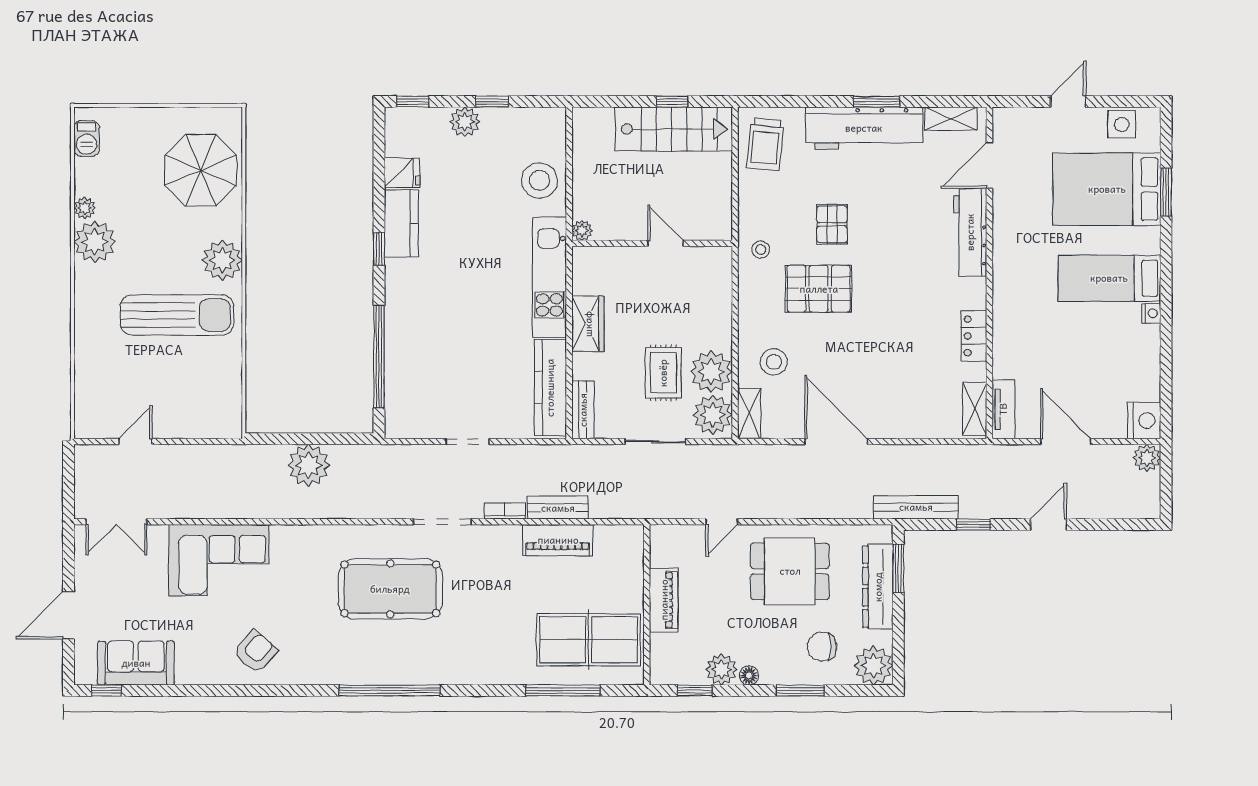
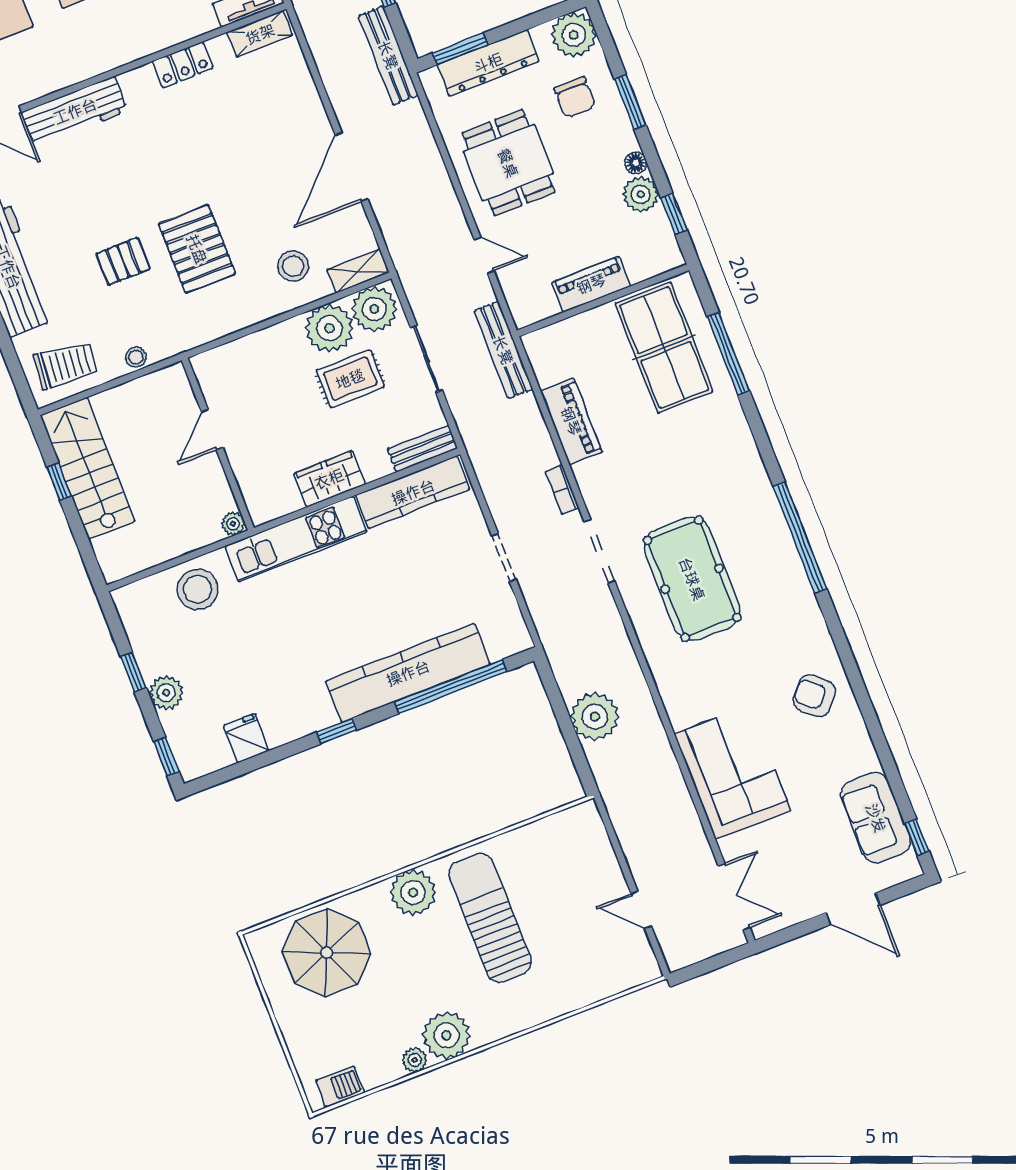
kitchen counter: (401, 223) -> (408, 673), moved, width x2.08, depth x1.17
stool: (761, 250) -> (136, 357), moved
bench: (558, 508) -> (503, 350), moved, width x1.36

